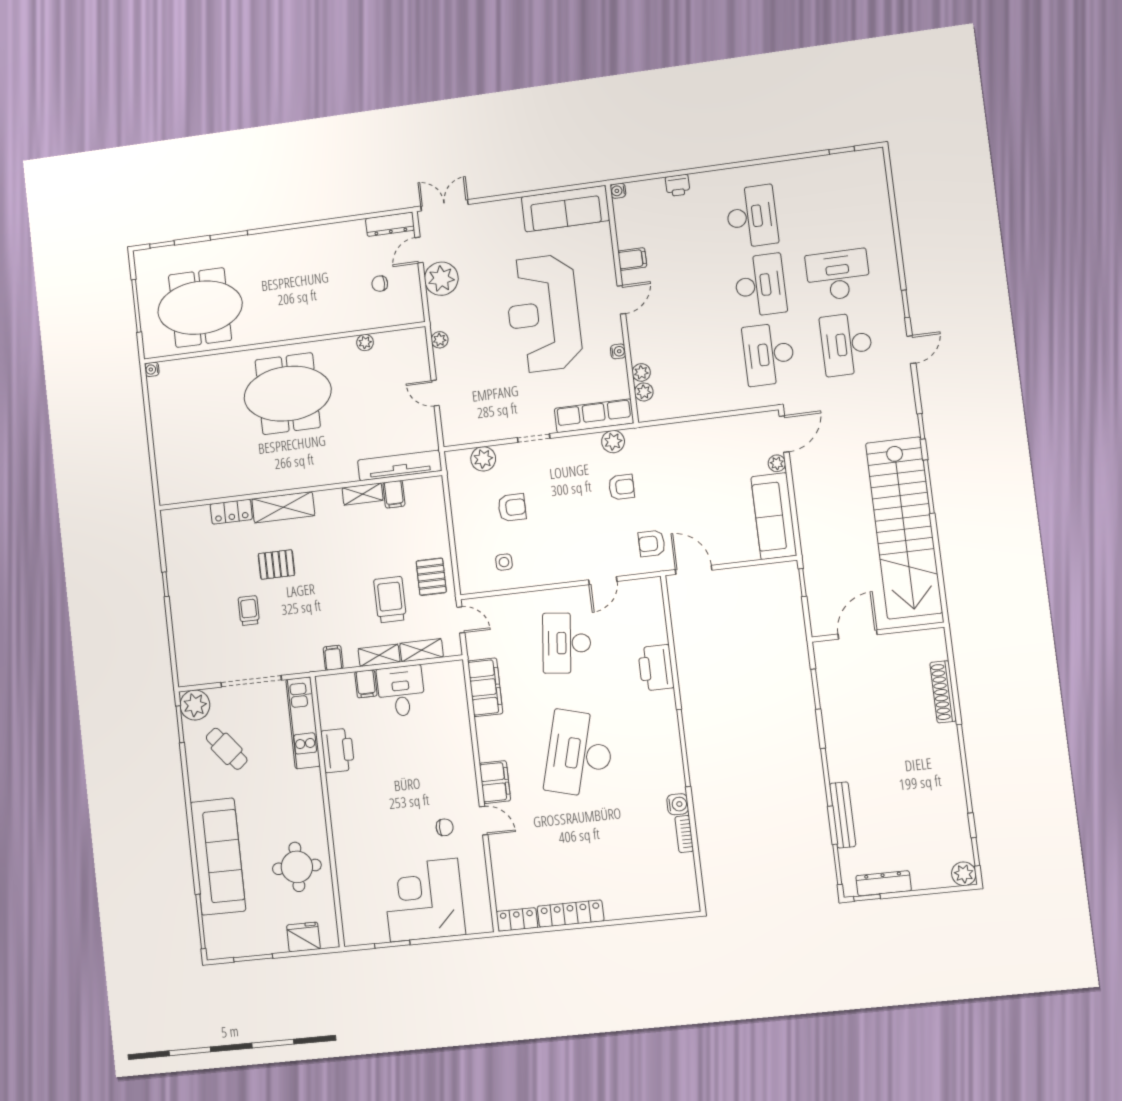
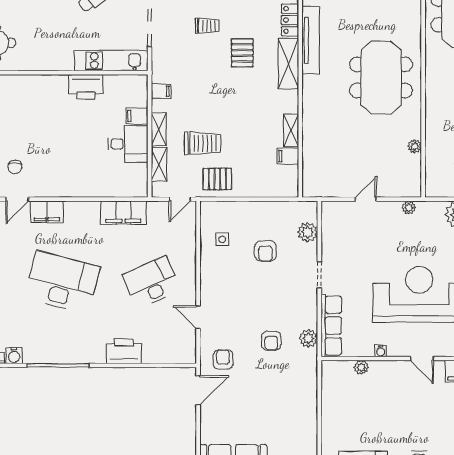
plant: (644, 392) -> (345, 368), removed
tv unit: (400, 465) -> (311, 40), moved
desk: (567, 643) -> (151, 282), turned -30

